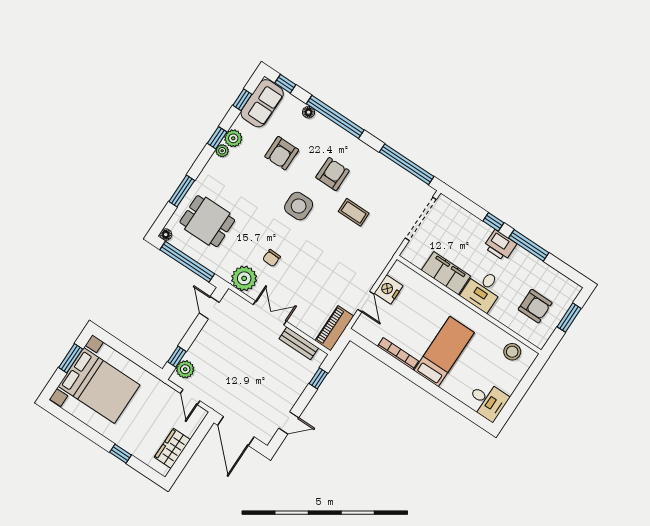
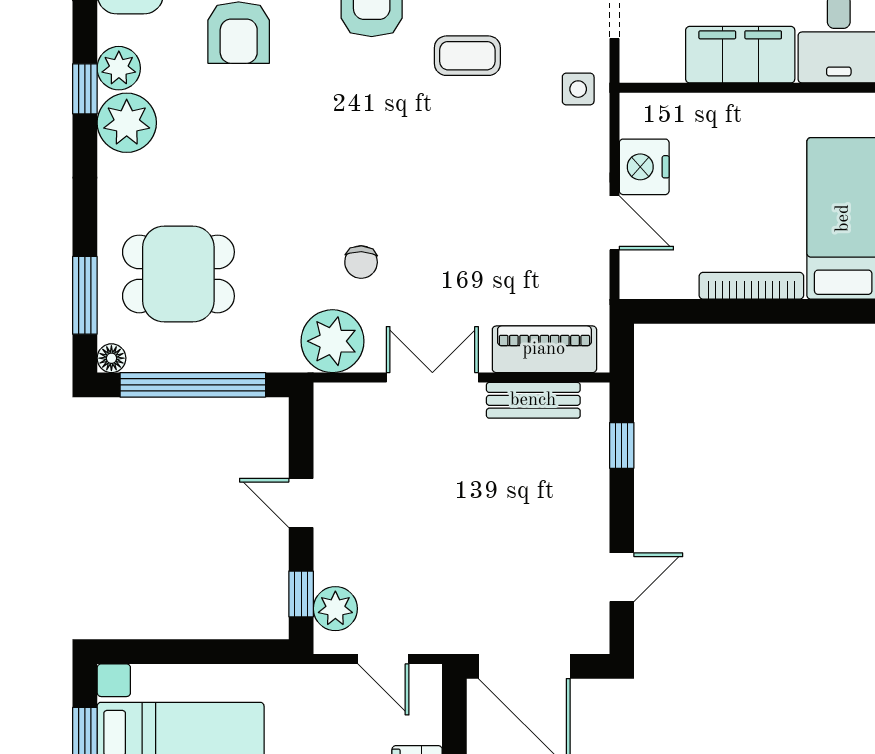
plant: (222, 151) -> (127, 123), width x1.88, depth x1.88
window: (182, 191) -> (85, 295), moved
side table: (299, 206) -> (578, 89), moved, width x0.54, depth x0.54
door: (209, 308) -> (301, 503), moved
piano: (334, 328) -> (544, 349), moved, turned 90

